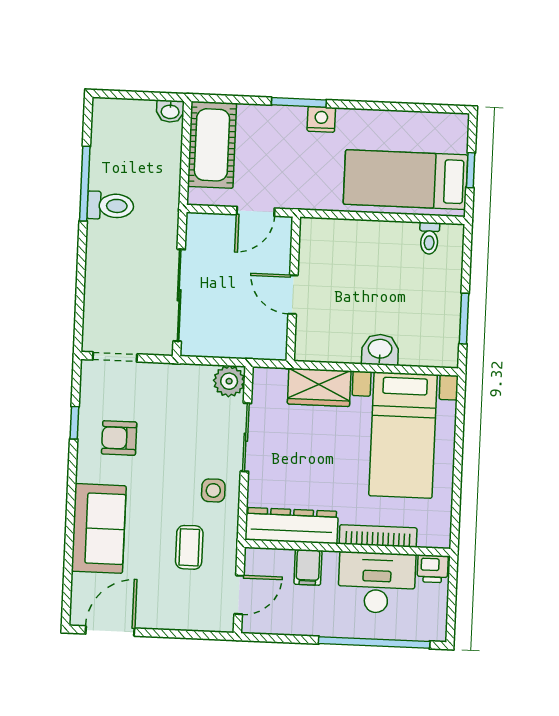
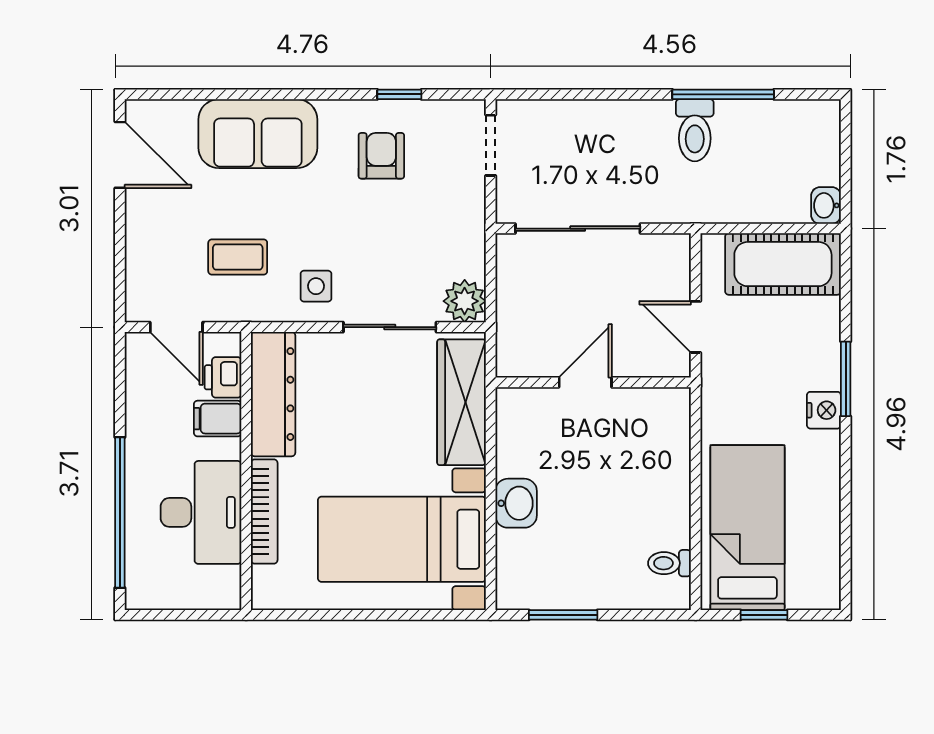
wardrobe: (319, 387) -> (462, 402), width x1.50
printer: (433, 569) -> (223, 377), moved

